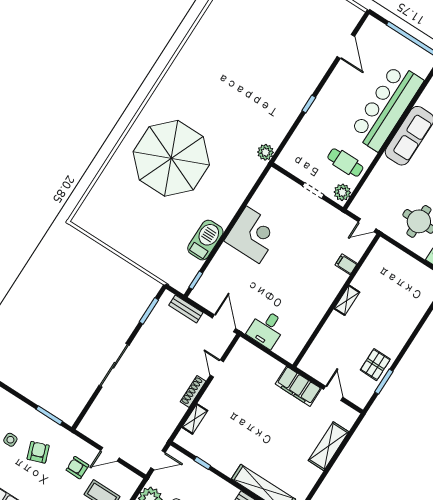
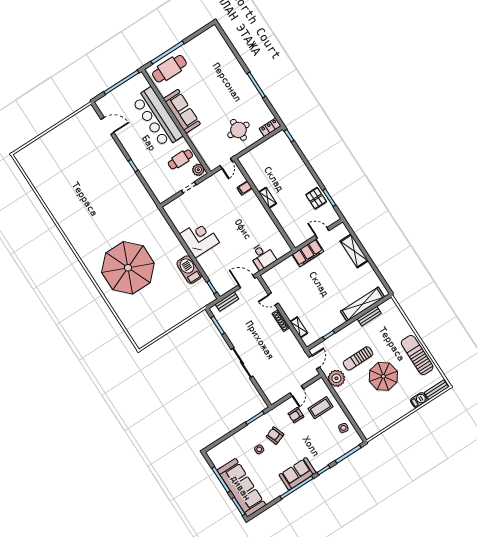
plant: (265, 152) -> (151, 207), removed

